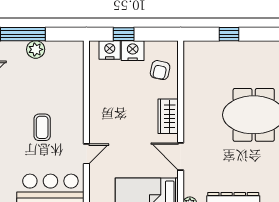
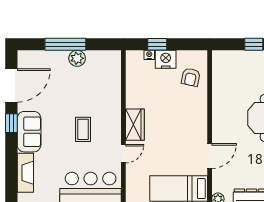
nightstand: (110, 50) -> (149, 55), width x0.53, depth x0.56
wardrobe: (168, 116) -> (135, 125), moved, turned 180
door: (181, 156) -> (210, 156), swing flipped

